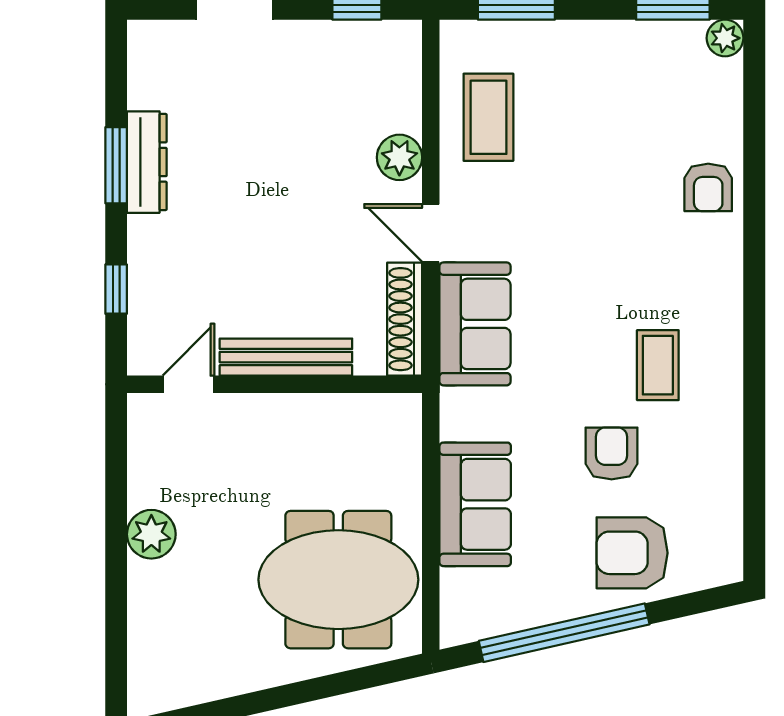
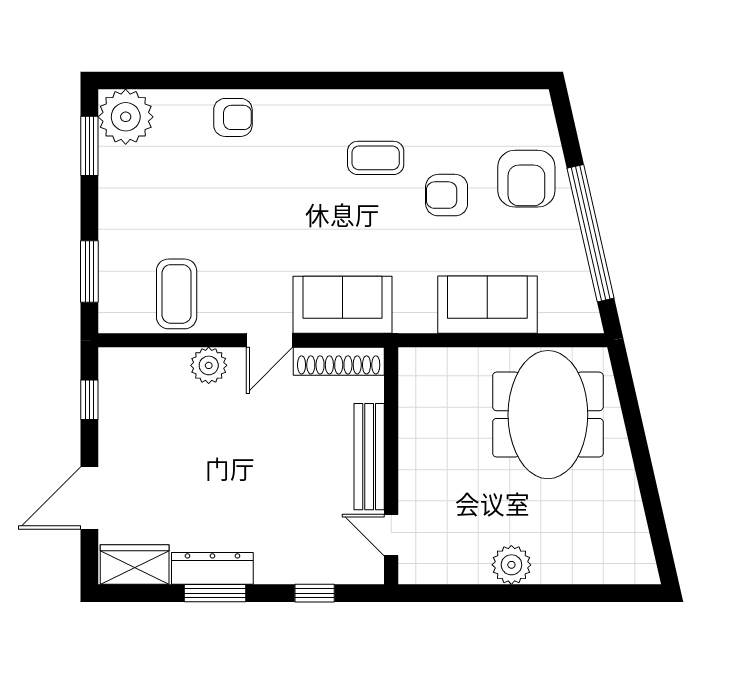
plant: (725, 38) -> (126, 117), width x1.88, depth x1.88
wardrobe: (152, 65) -> (135, 564), added
coffee table: (488, 117) -> (177, 294), turned 90

